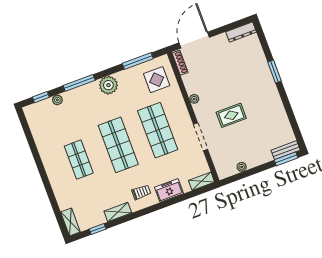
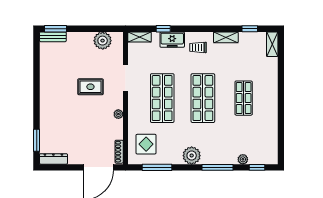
window: (274, 72) -> (37, 140), moved
plant: (242, 167) -> (103, 41), width x1.88, depth x1.88
window: (182, 198) -> (163, 29), added

